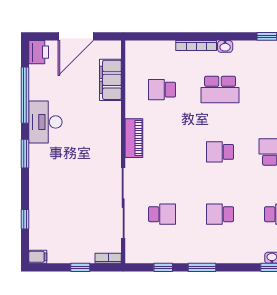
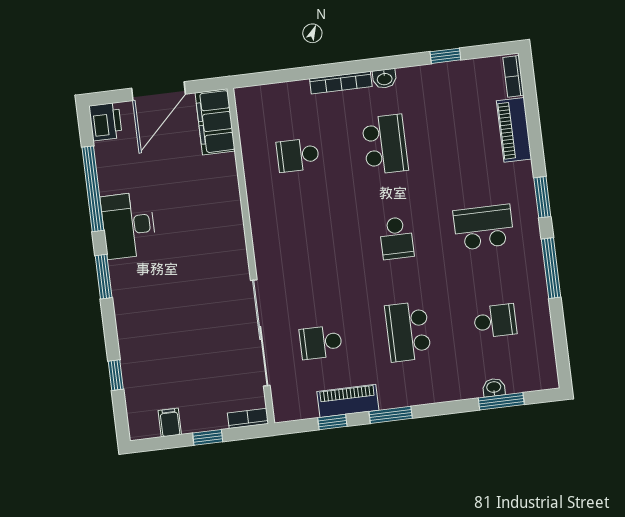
filing cabinet: (110, 80) -> (215, 122), moved
school desk: (220, 90) -> (385, 144), turned -90
piano: (134, 138) -> (348, 401), moved, turned -90
school desk: (220, 152) -> (396, 238), turned -90
school desk: (162, 214) -> (321, 342), turned 180
school desk: (220, 214) -> (408, 332), width x1.85
filing cabinet: (38, 257) -> (170, 422), moved, turned -90

